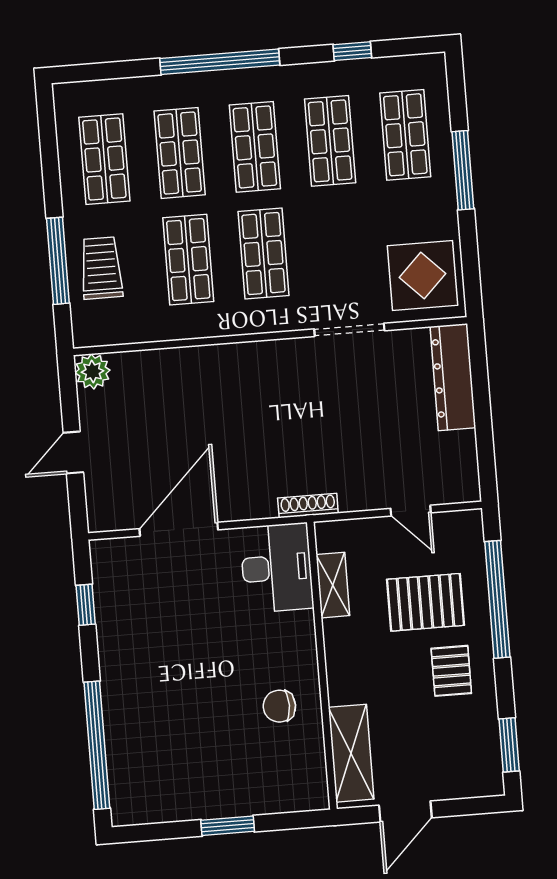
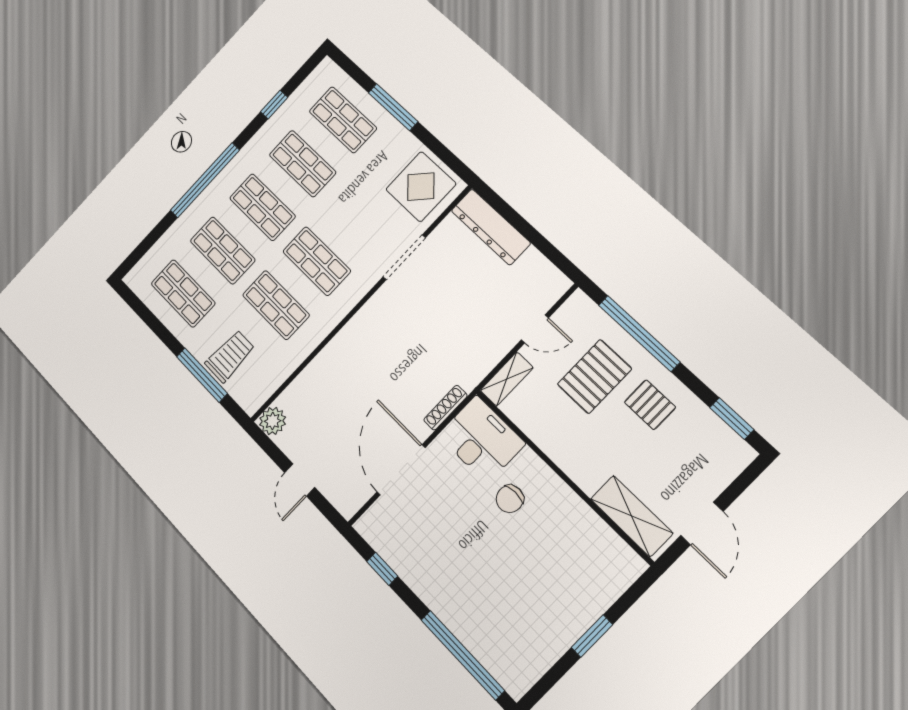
trolley: (101, 268) -> (230, 356), turned 90
shoe rack: (308, 506) -> (445, 408), moved
shelving: (333, 585) -> (507, 379), moved, turned 90
chair: (279, 706) -> (510, 499), moved

